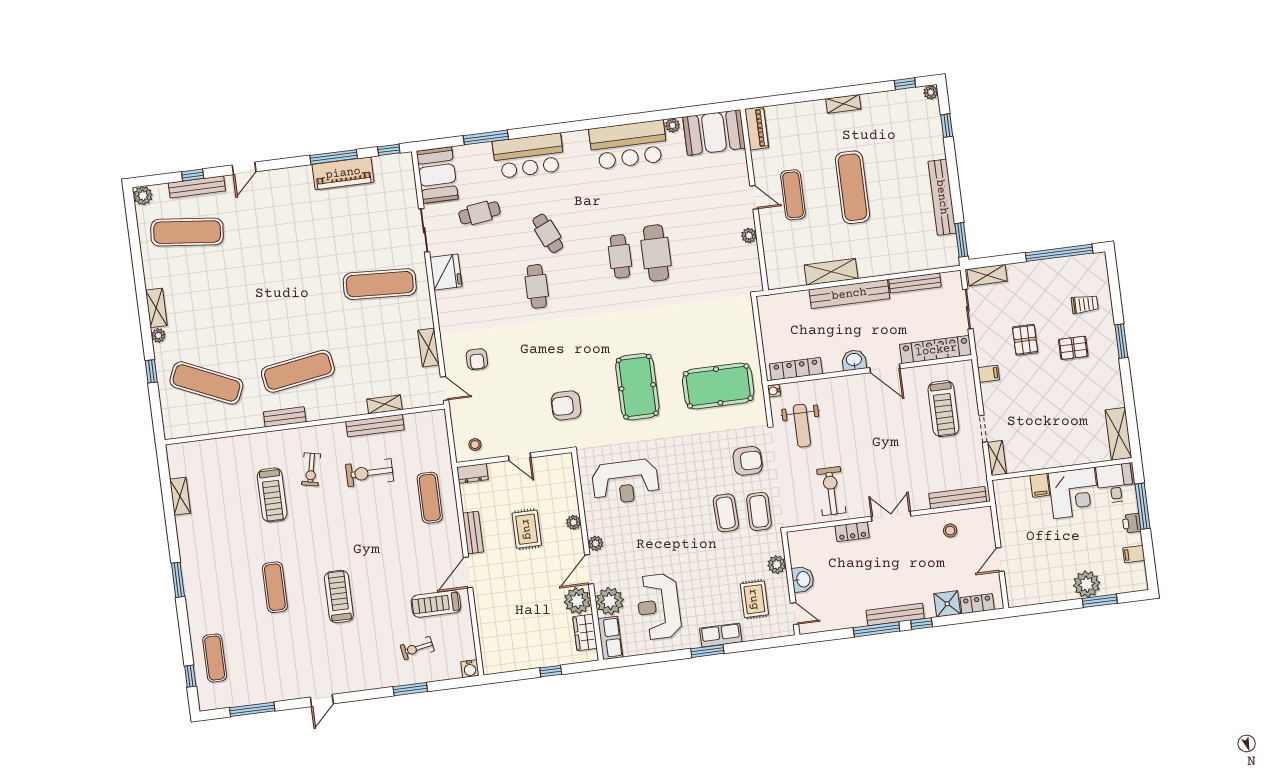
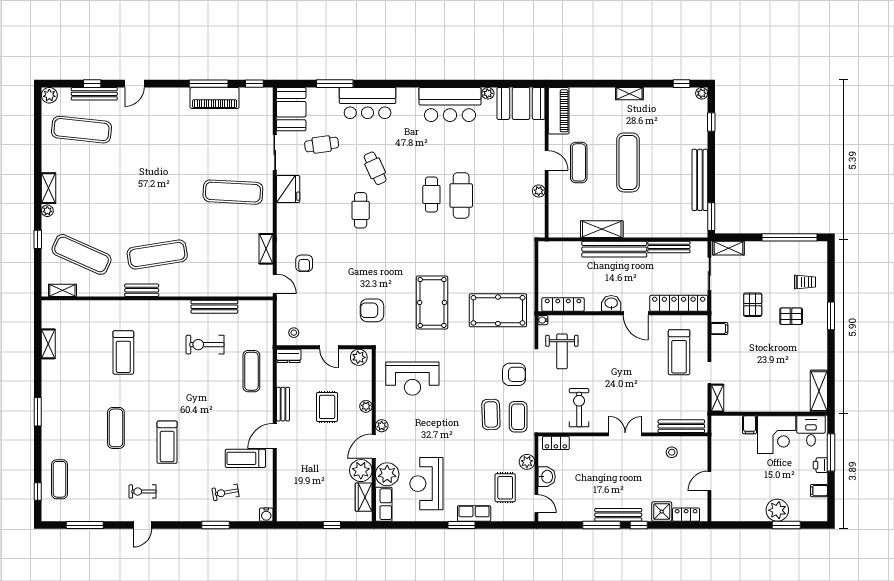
piano: (757, 128) -> (559, 111), width x1.37, depth x1.33
shelving: (384, 404) -> (62, 290), moved
plant: (557, 464) -> (359, 357), added
exercise bike: (311, 469) -> (143, 491), moved, turned 78
locker: (852, 532) -> (556, 443), moved
treadmill: (339, 597) -> (167, 442), turned 180

